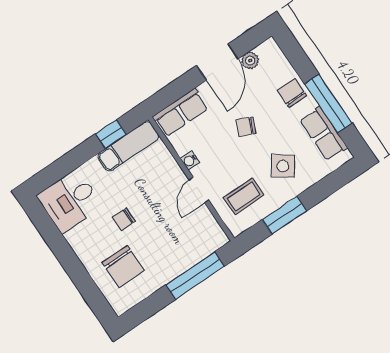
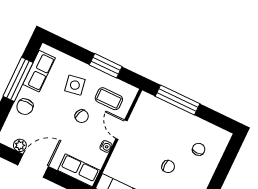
chair: (246, 127) -> (82, 116), moved
side table: (283, 166) -> (75, 85), turned 45
door: (199, 190) -> (121, 130), swing flipped
chair: (123, 267) -> (199, 149), width x0.54, depth x0.54

